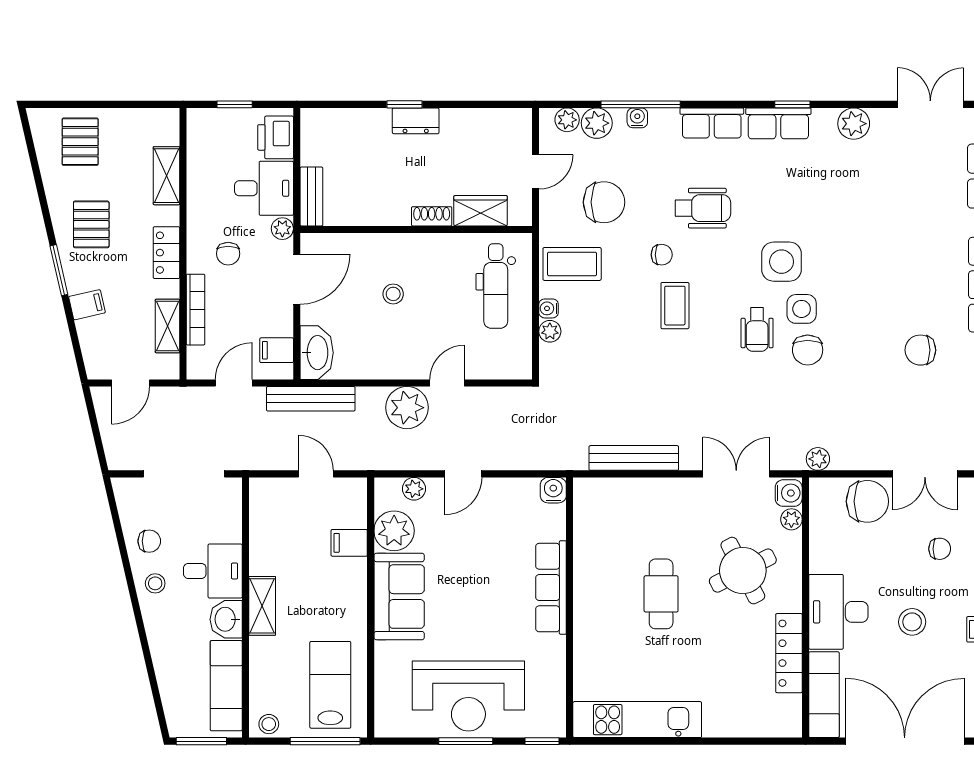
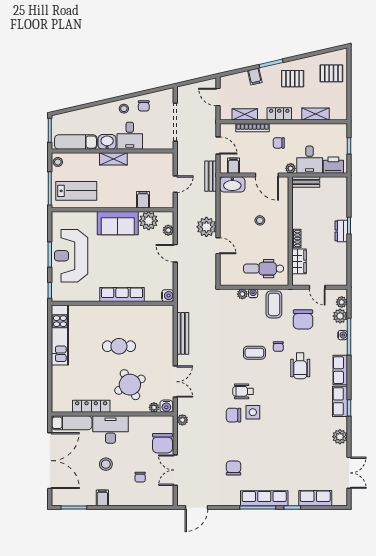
side table: (782, 262) -> (275, 403), removed
bench: (311, 399) -> (211, 176), width x0.73

